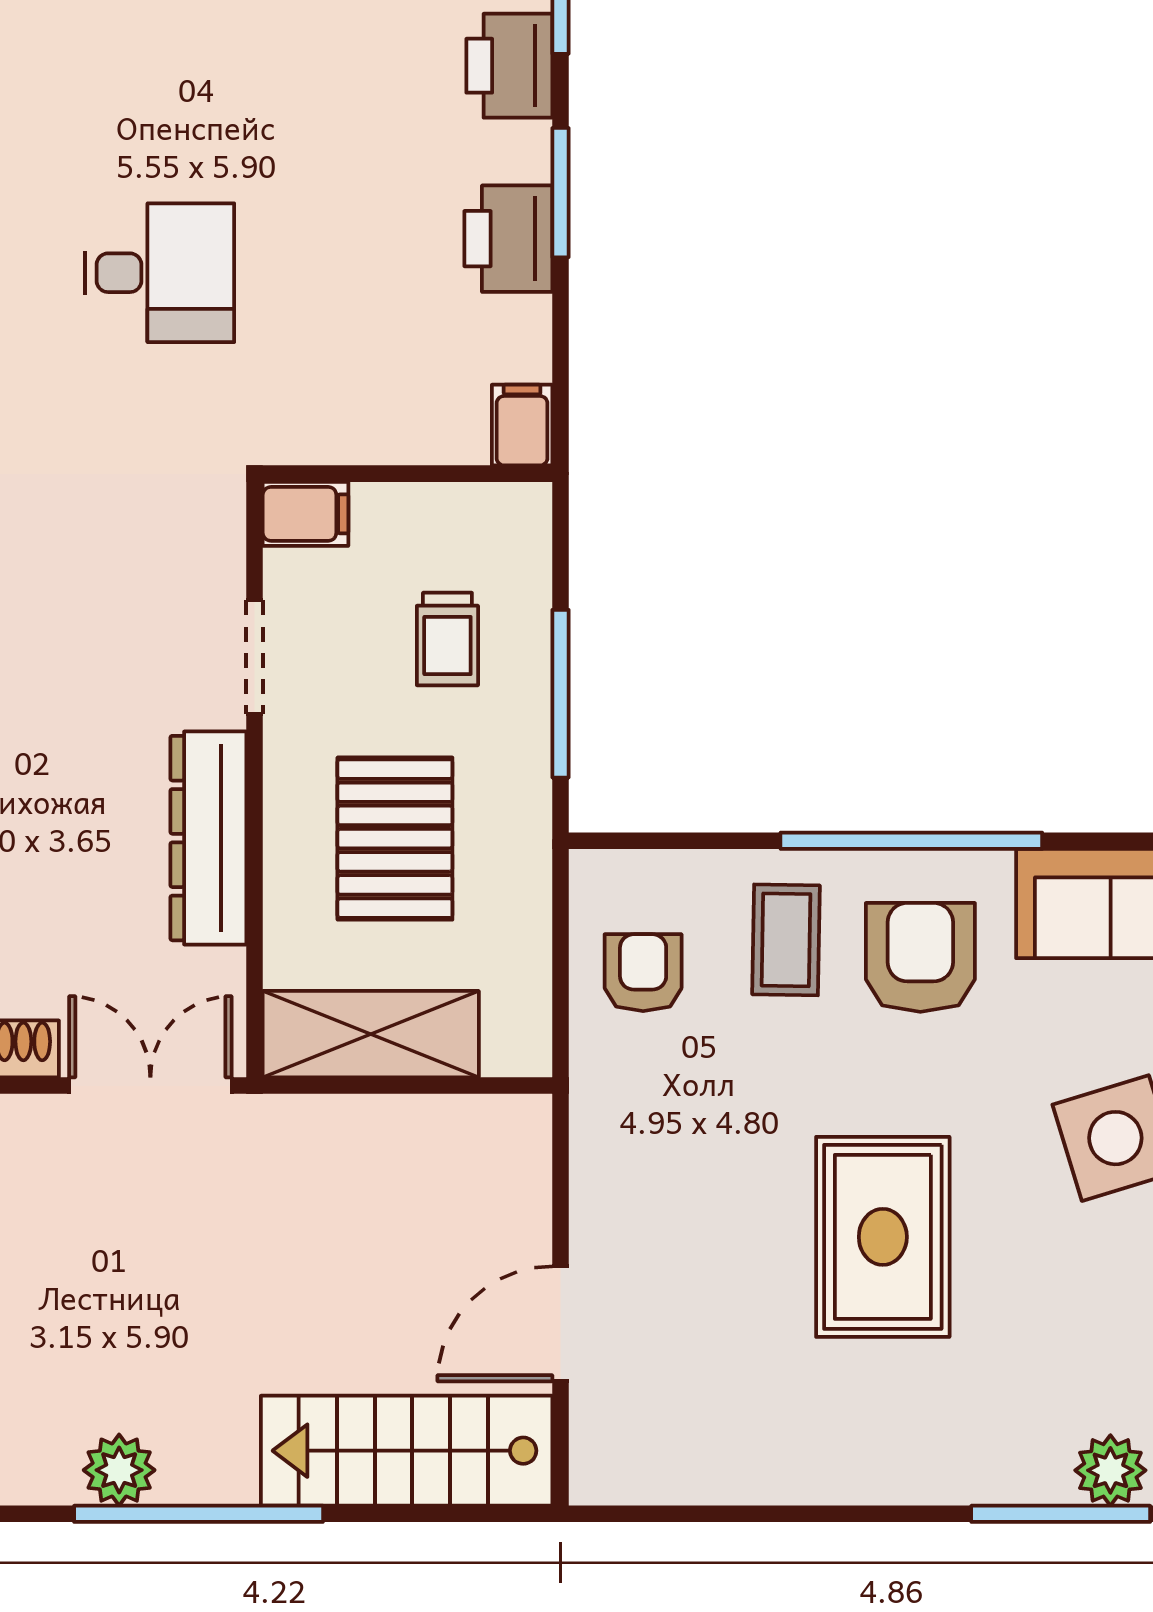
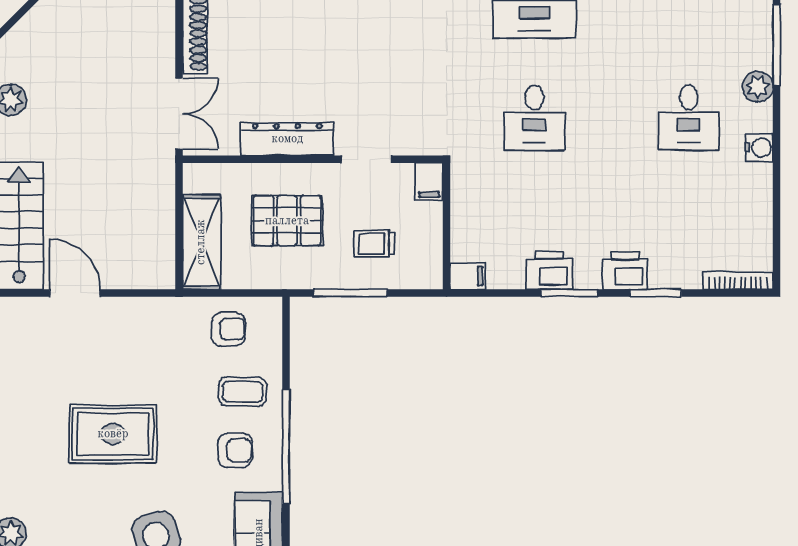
armchair: (920, 957) -> (235, 450), width x0.72, depth x0.72
shelving: (371, 1034) -> (201, 242), moved

